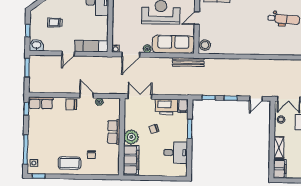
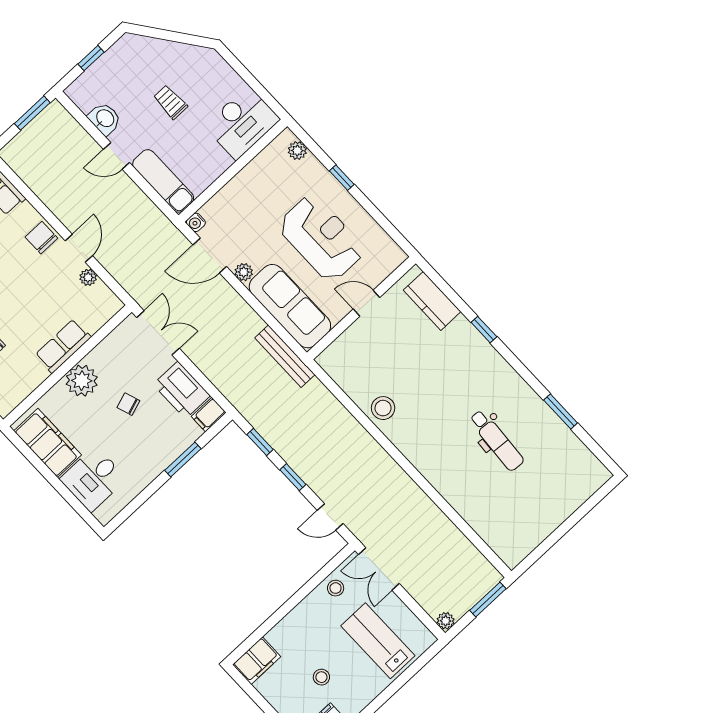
trolley: (55, 23) -> (170, 102), moved
washbasin: (36, 45) -> (105, 119), moved
stool: (205, 45) -> (383, 408), moved
shelving: (279, 147) -> (289, 627), removed
desk: (176, 153) -> (93, 479), moved, turned 90
filing cabinet: (131, 160) -> (48, 443), moved, turned -90

